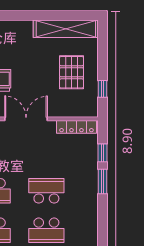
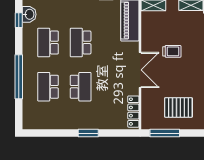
window: (102, 89) -> (165, 133), width x2.17
window: (102, 153) -> (112, 133), removed

